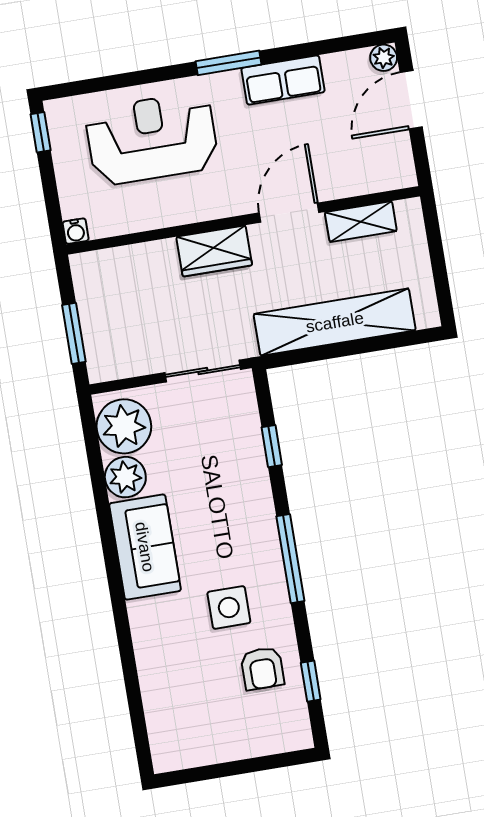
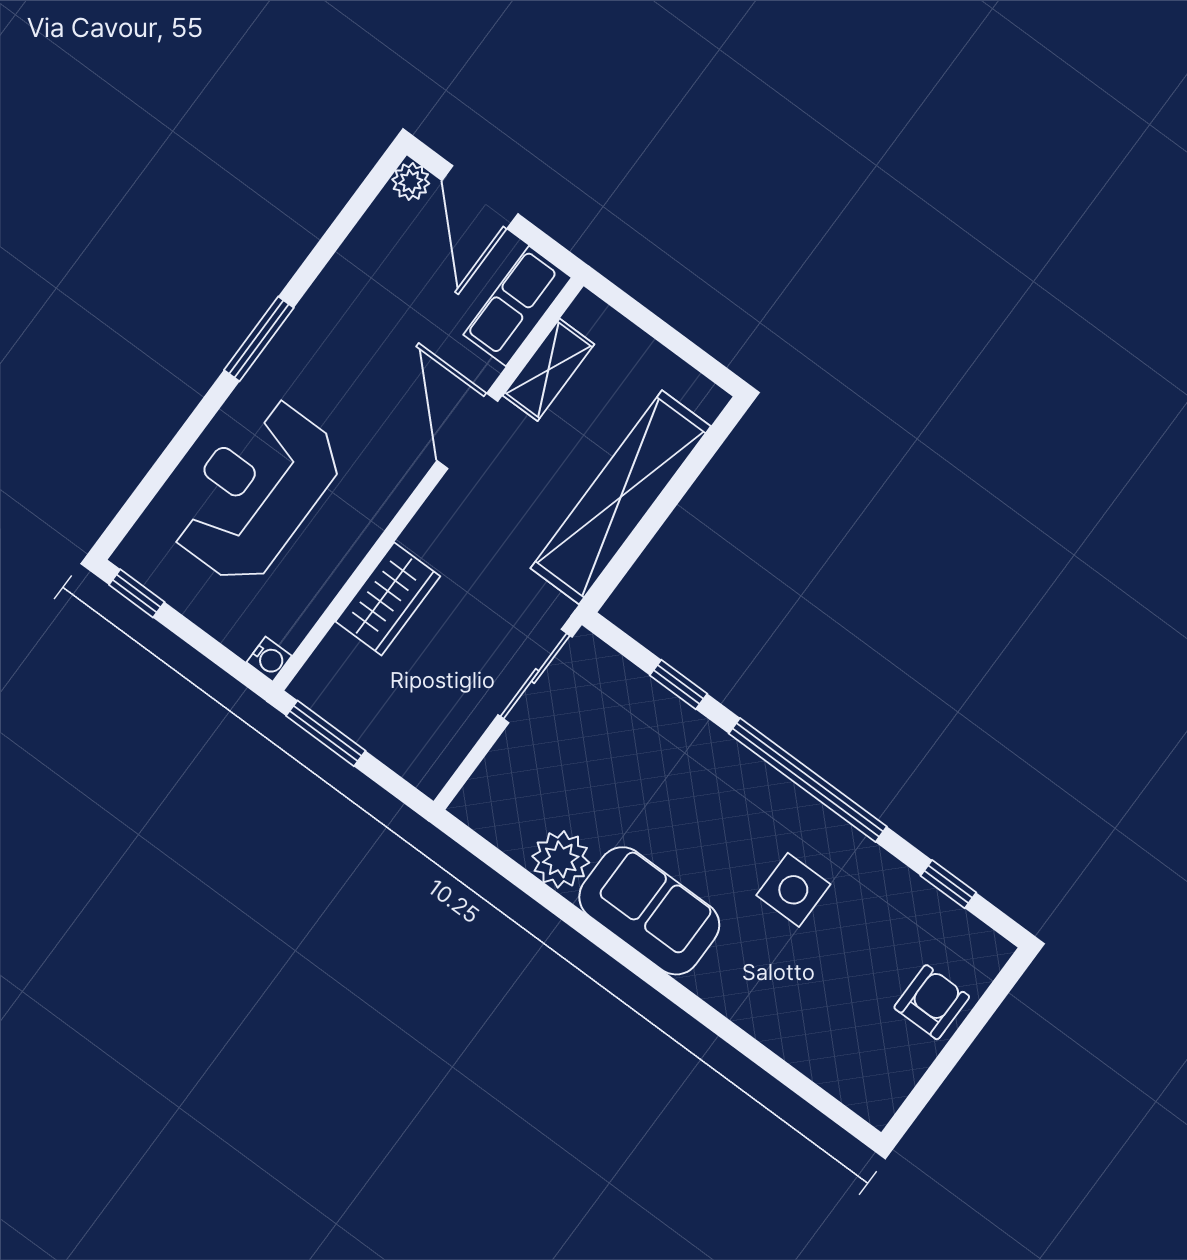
row of seats: (283, 80) -> (517, 306), moved, turned 180
wardrobe: (214, 251) -> (388, 599), moved
window: (74, 333) -> (326, 733), moved
plant: (124, 426) -> (509, 809), removed
window: (290, 559) -> (808, 780), width x1.46
armchair: (262, 668) -> (932, 1002), moved, turned -90

